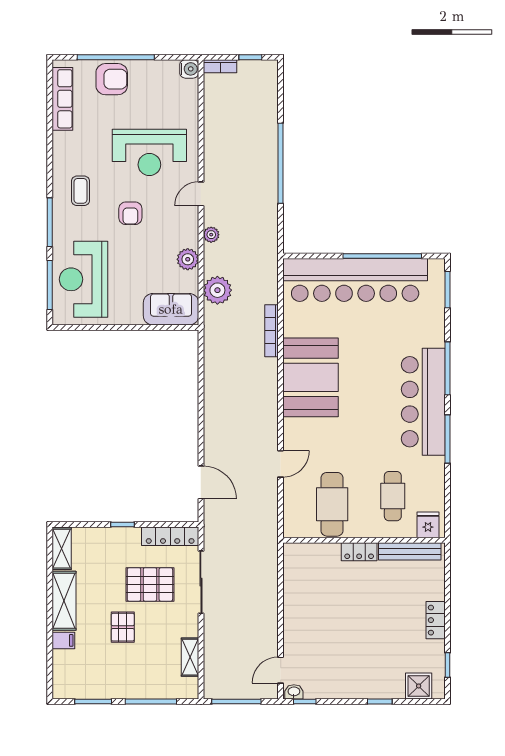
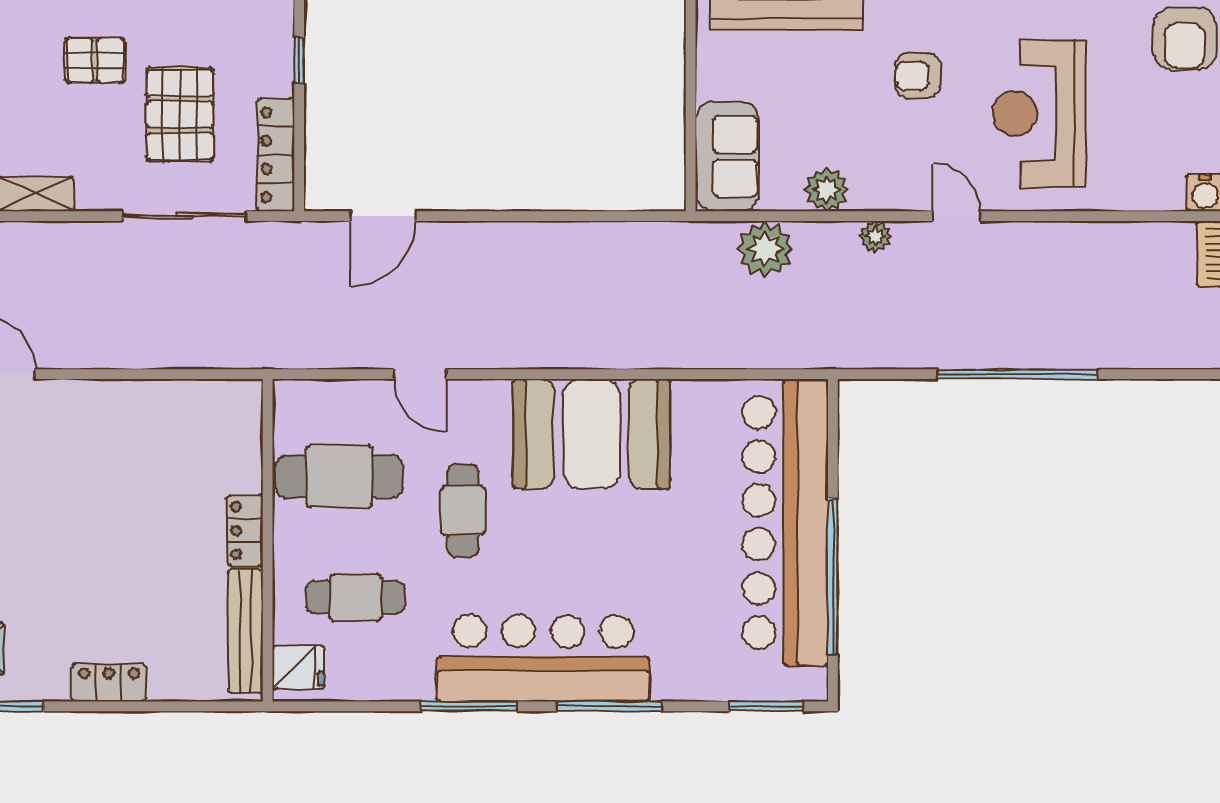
bookcase: (271, 331) -> (684, 356), removed
cafe table: (349, 442) -> (463, 510), added

